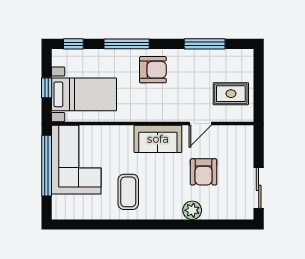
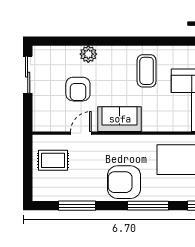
armchair: (153, 70) -> (124, 182), width x1.36, depth x1.36
armchair: (204, 172) -> (78, 89), turned 180

